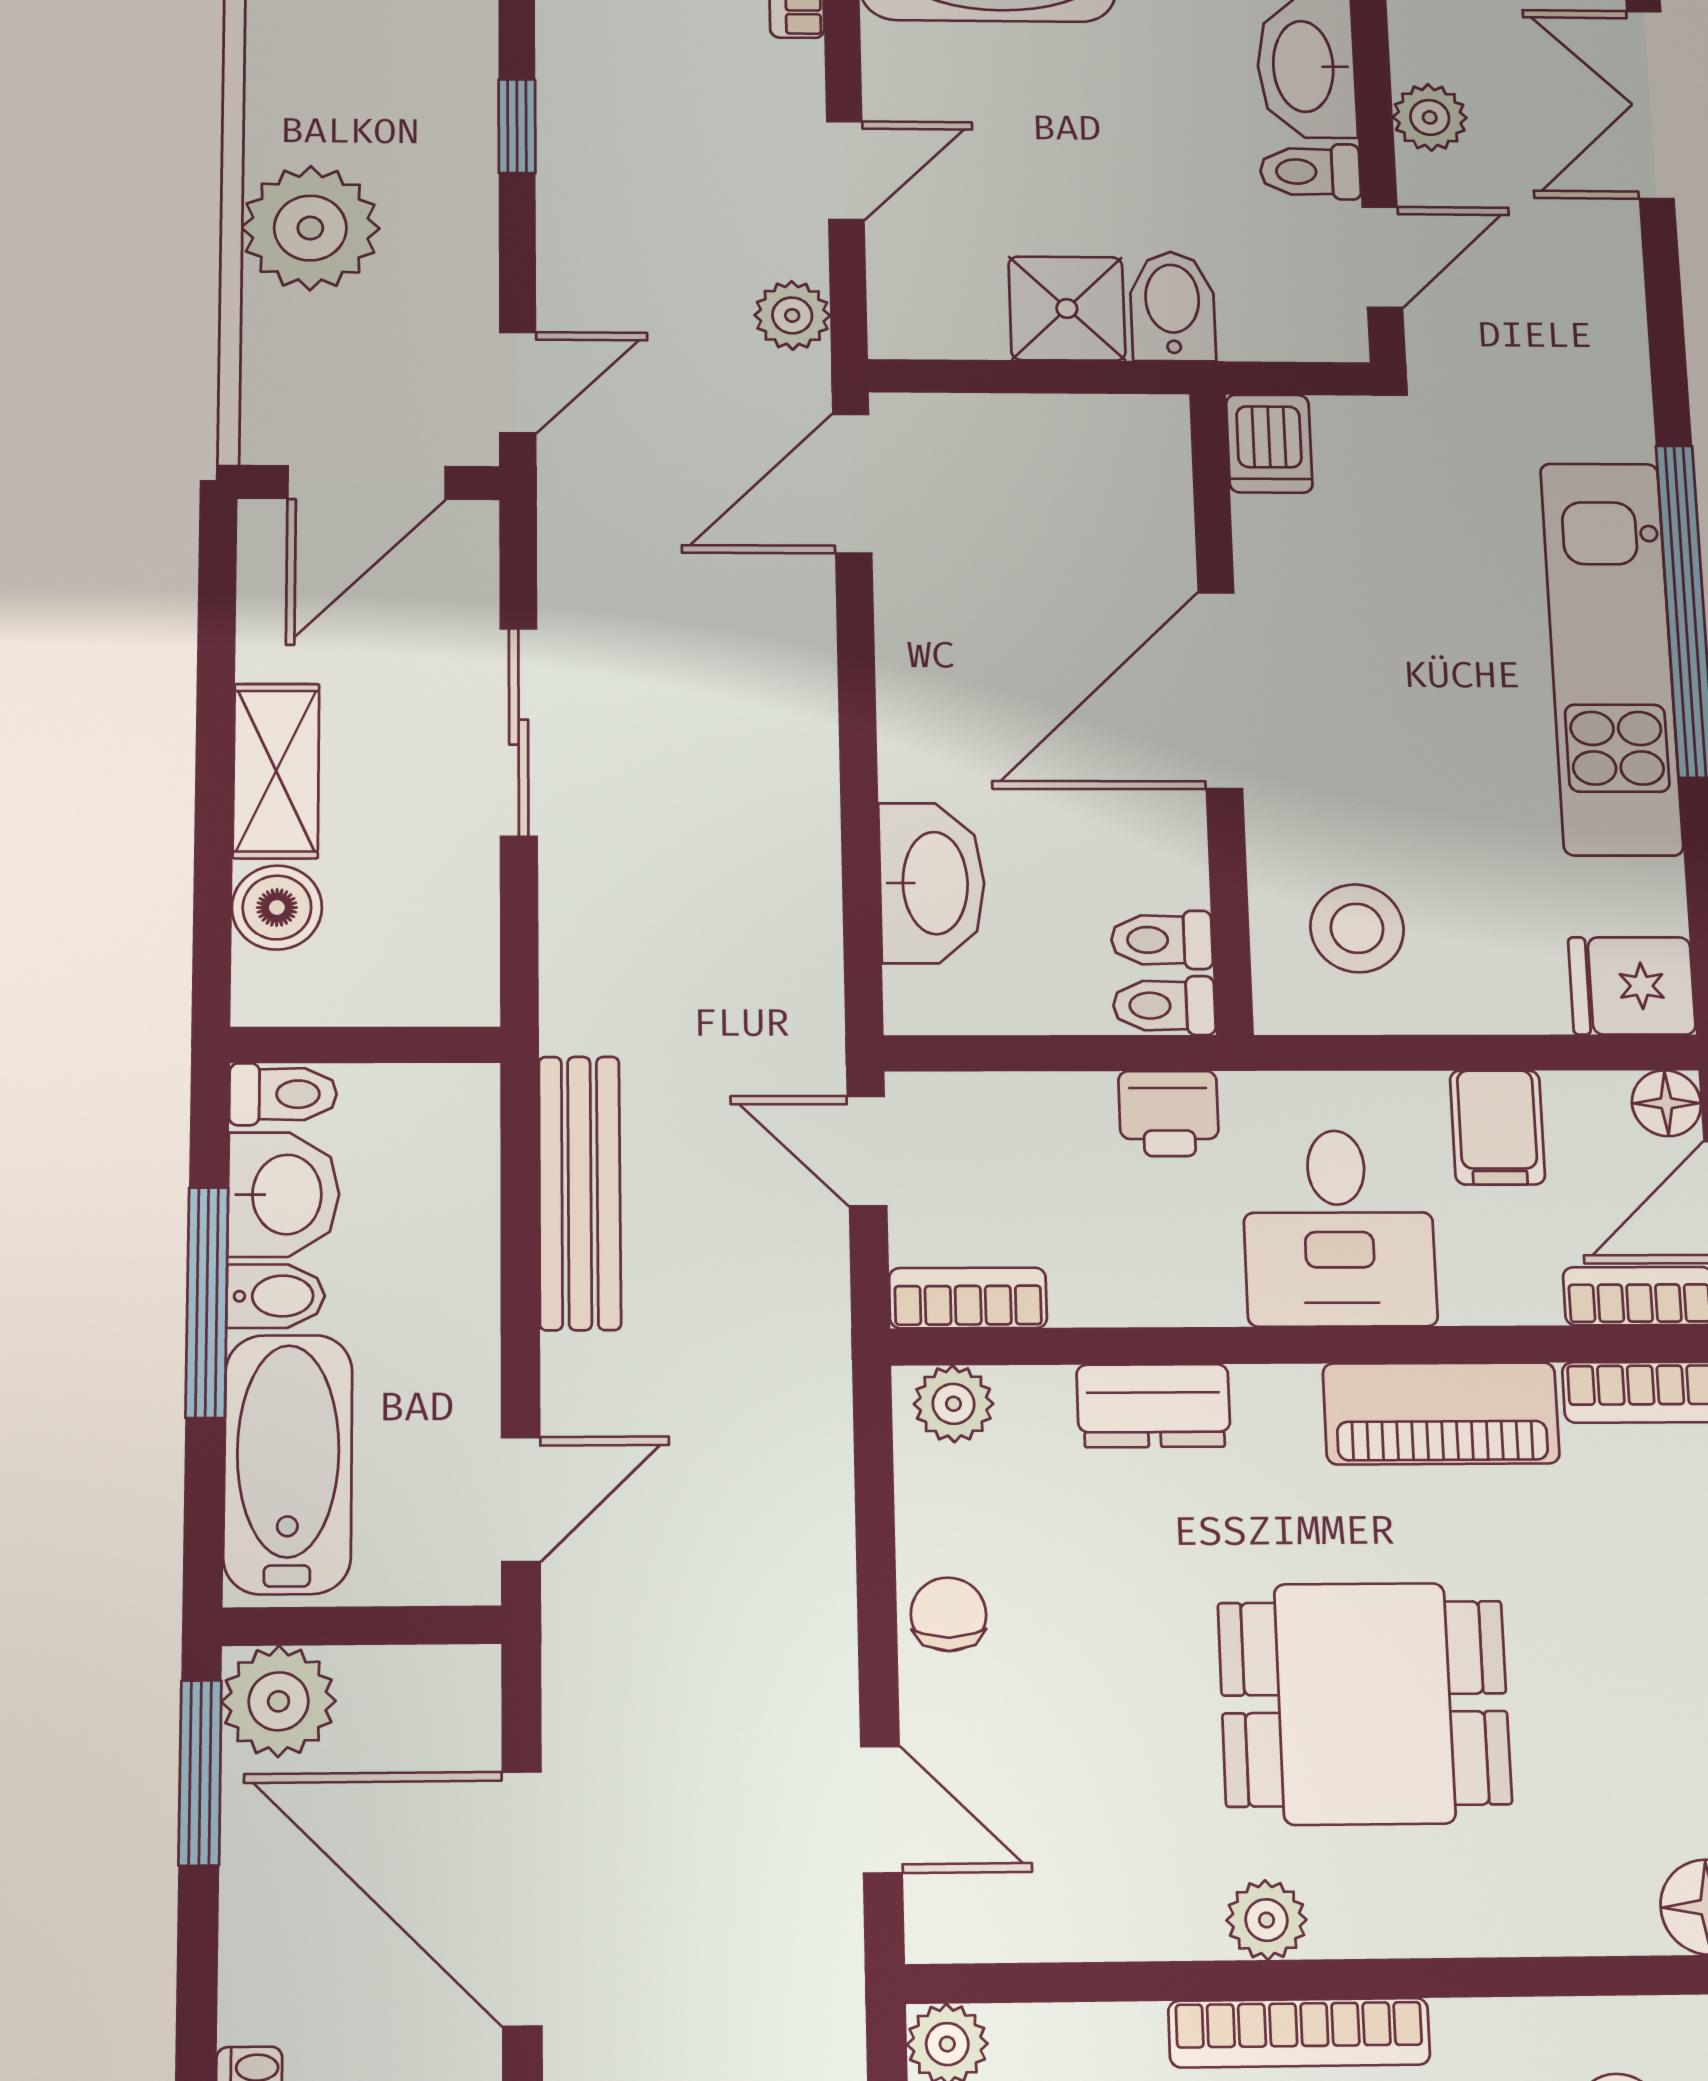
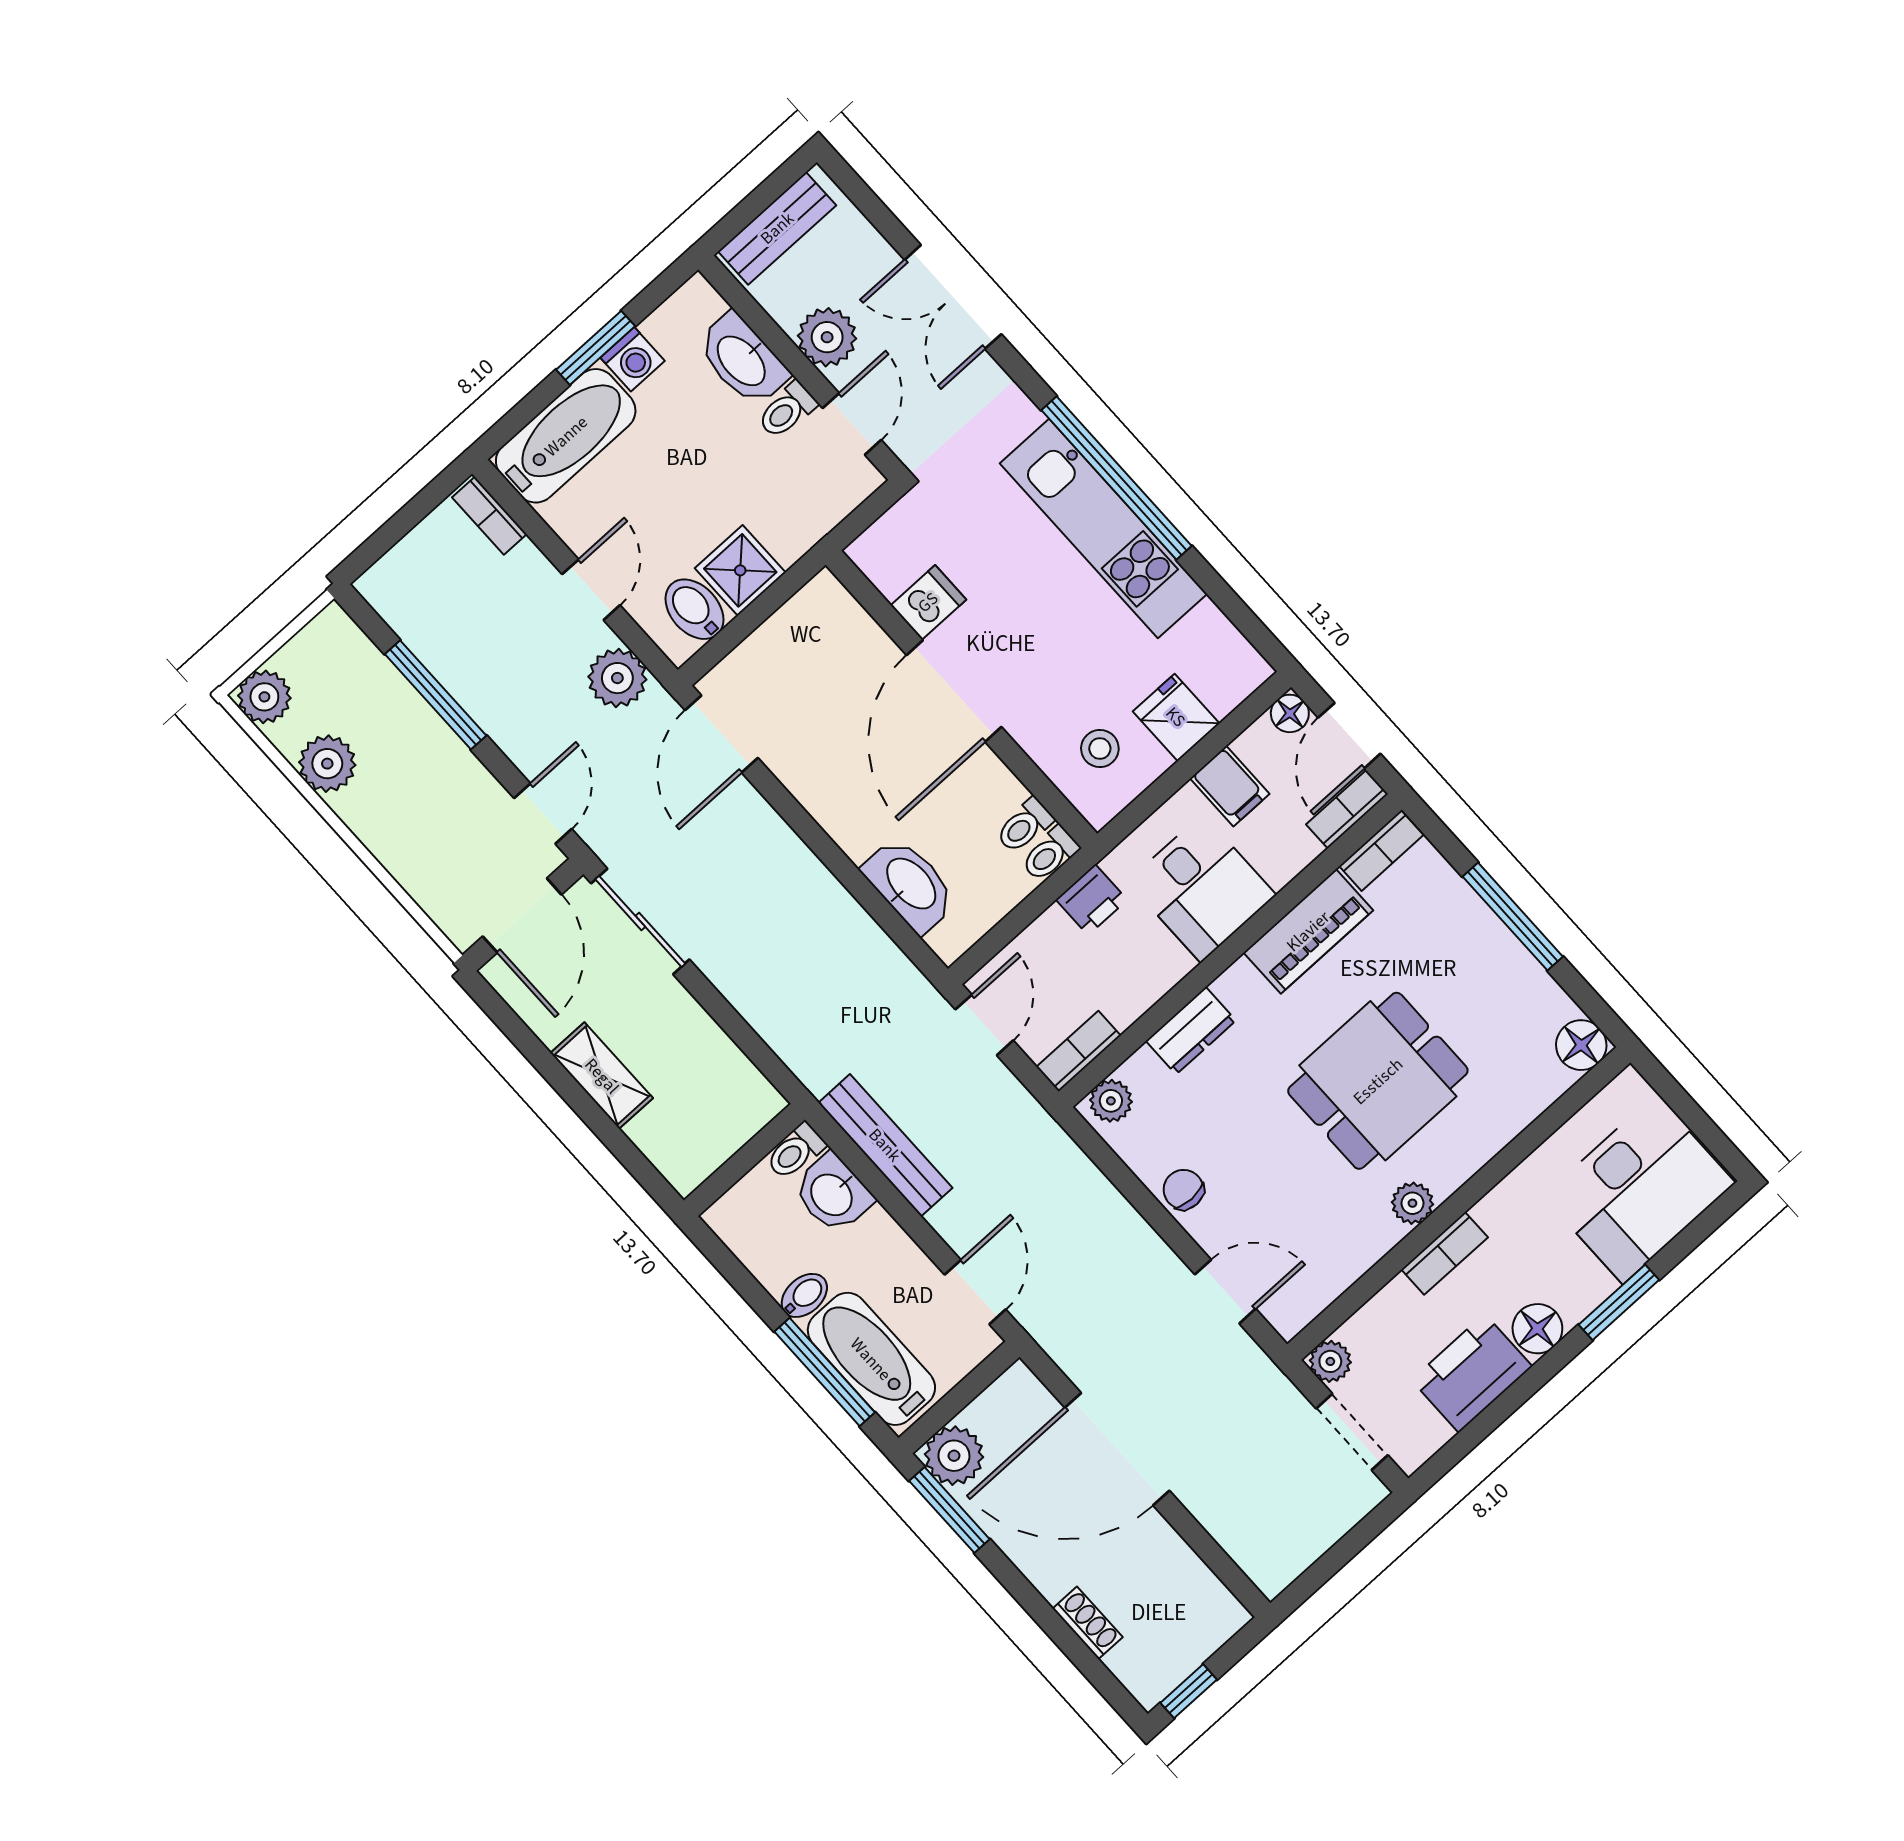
double door: (1650, 105) -> (953, 297), moved
plant: (1430, 117) -> (827, 337), width x1.38, depth x1.38
window: (517, 126) -> (436, 695), width x2.17
plant: (310, 228) -> (327, 764), moved, width x0.73, depth x0.73
bidet: (1172, 306) -> (694, 609), moved
plant: (792, 315) -> (617, 678), width x1.38, depth x1.38
dishwasher: (1269, 444) -> (928, 602), moved, turned -90
sliding door: (519, 732) -> (640, 921), moved
boiler: (277, 908) -> (656, 1134), removed
stool: (1357, 928) -> (1100, 749), width x0.73, depth x0.73
fridge: (1632, 986) -> (1176, 717), moved, turned 90
toilet: (283, 1094) -> (796, 1151), moved, turned 180
door: (867, 1151) -> (984, 1025), swing flipped
washbasin: (284, 1194) -> (833, 1194), moved, turned 180
window: (207, 1302) -> (825, 1372), moved
bookcase: (1299, 2033) -> (1445, 1253), width x0.64

